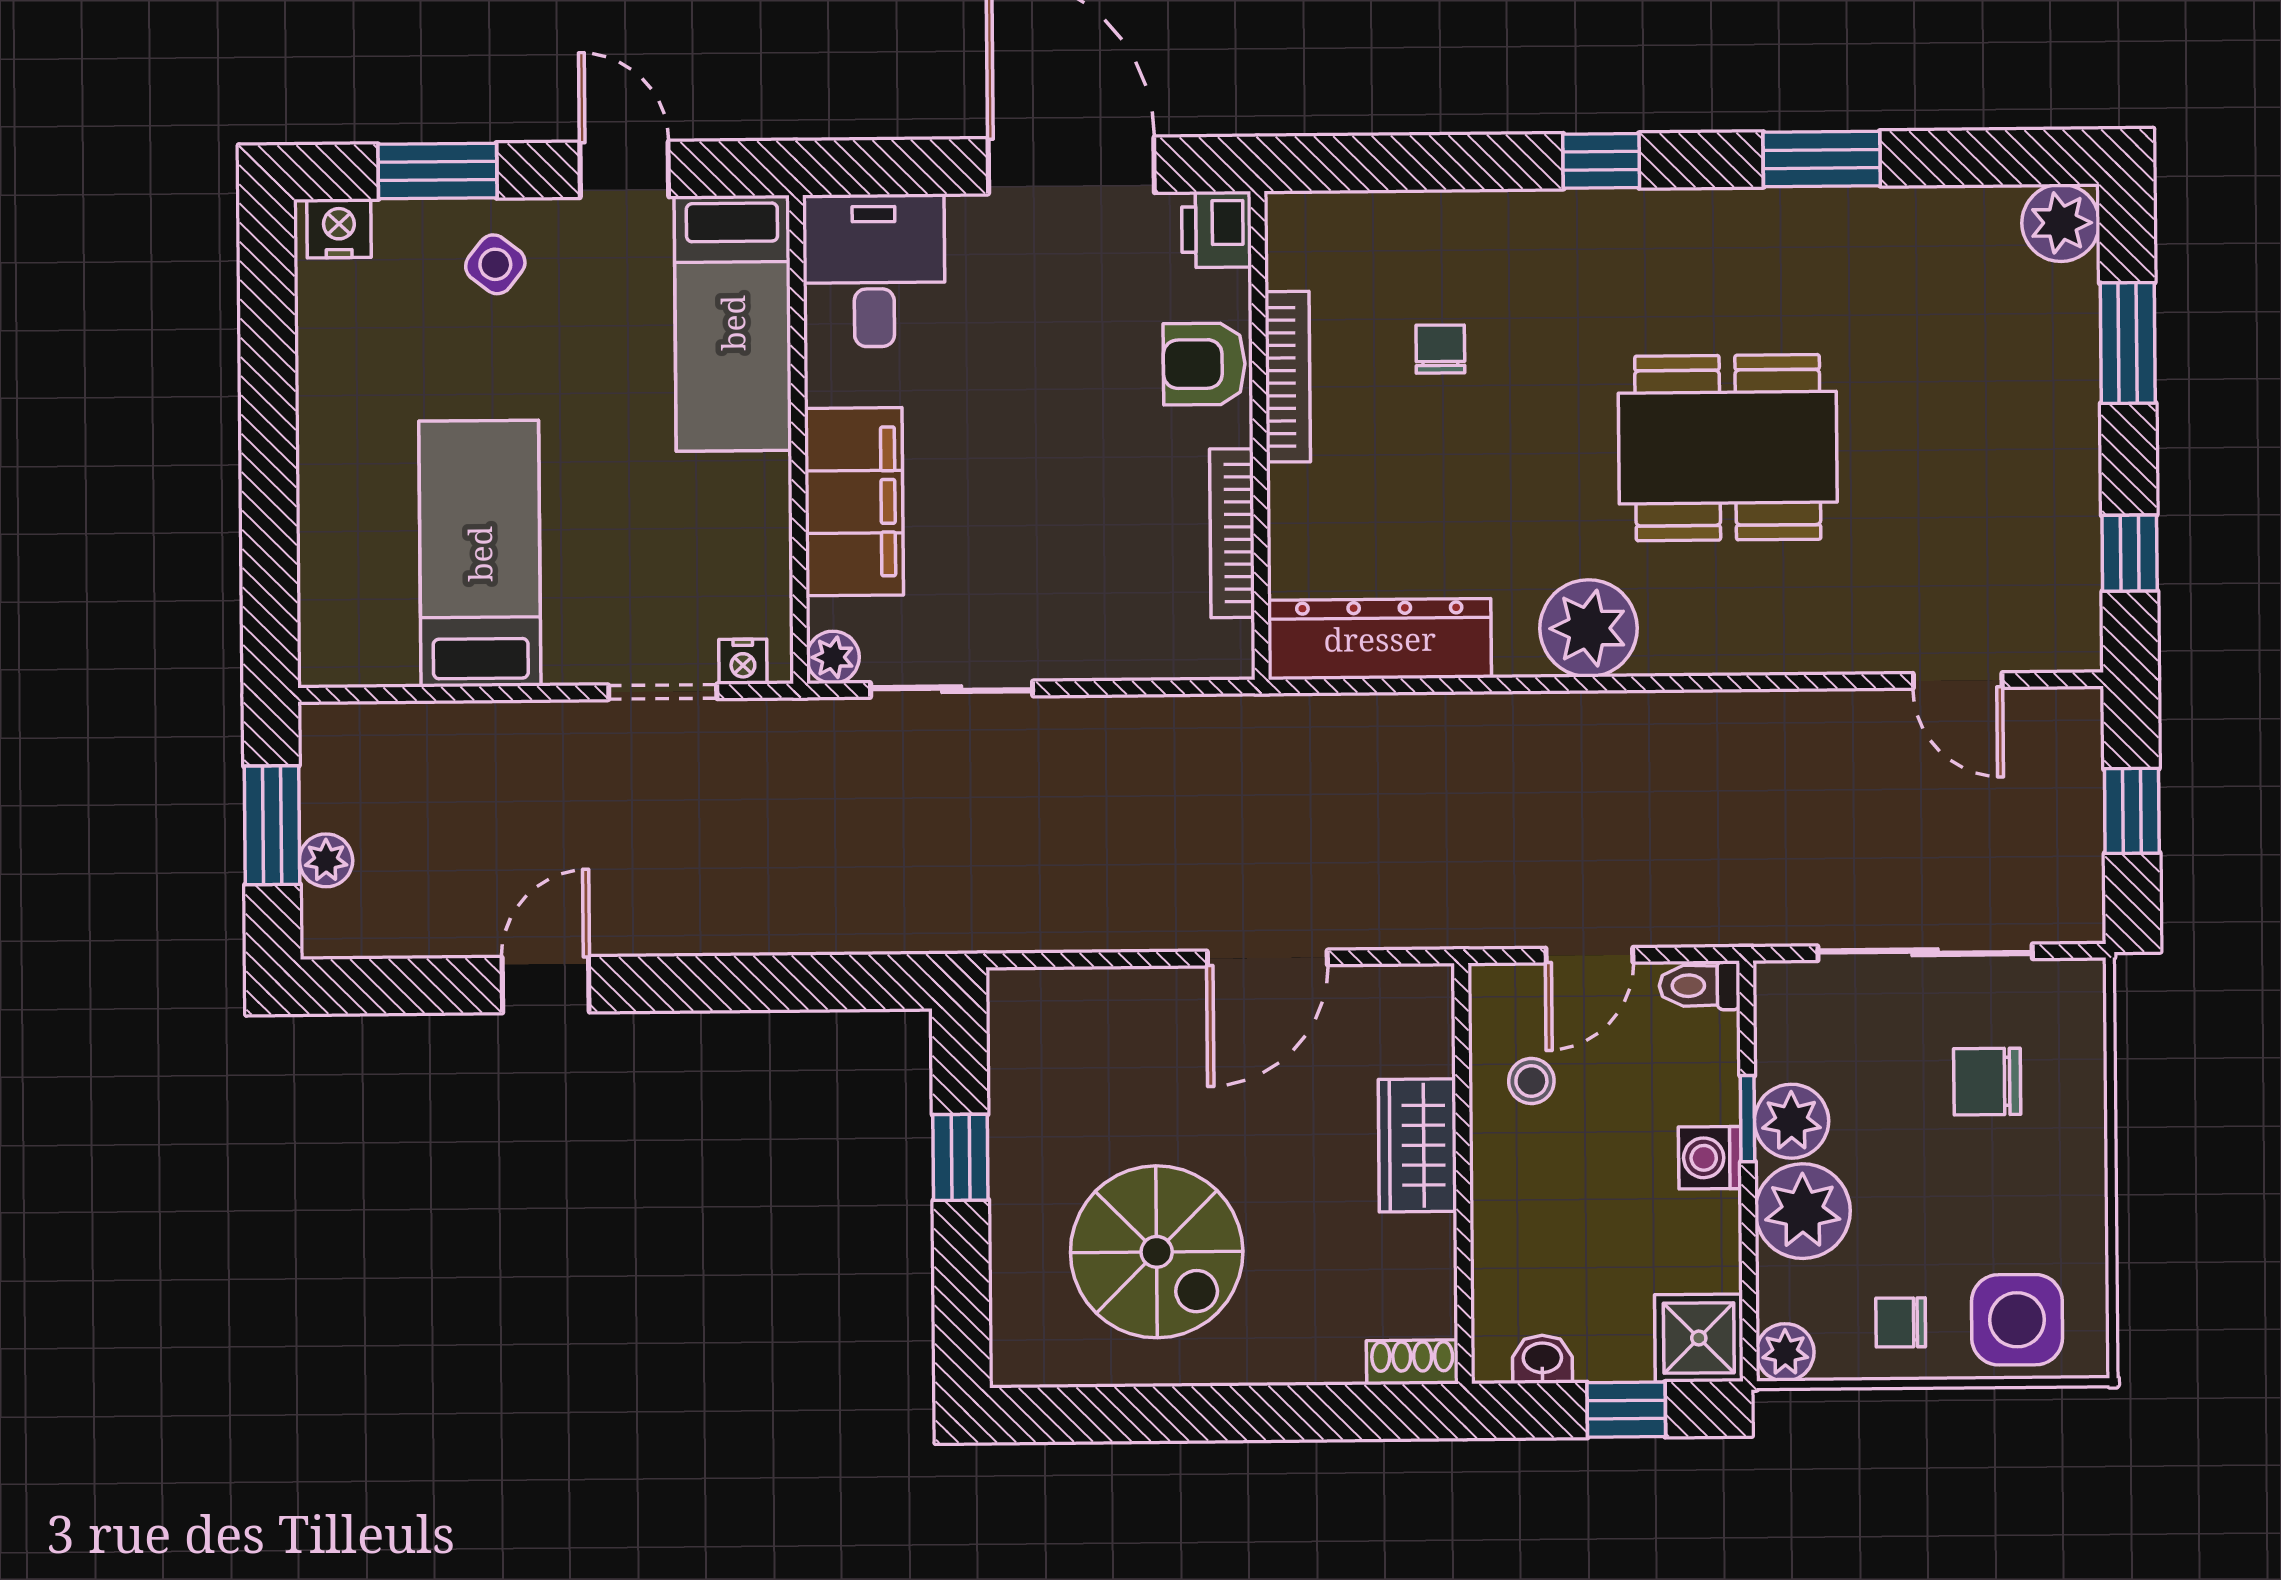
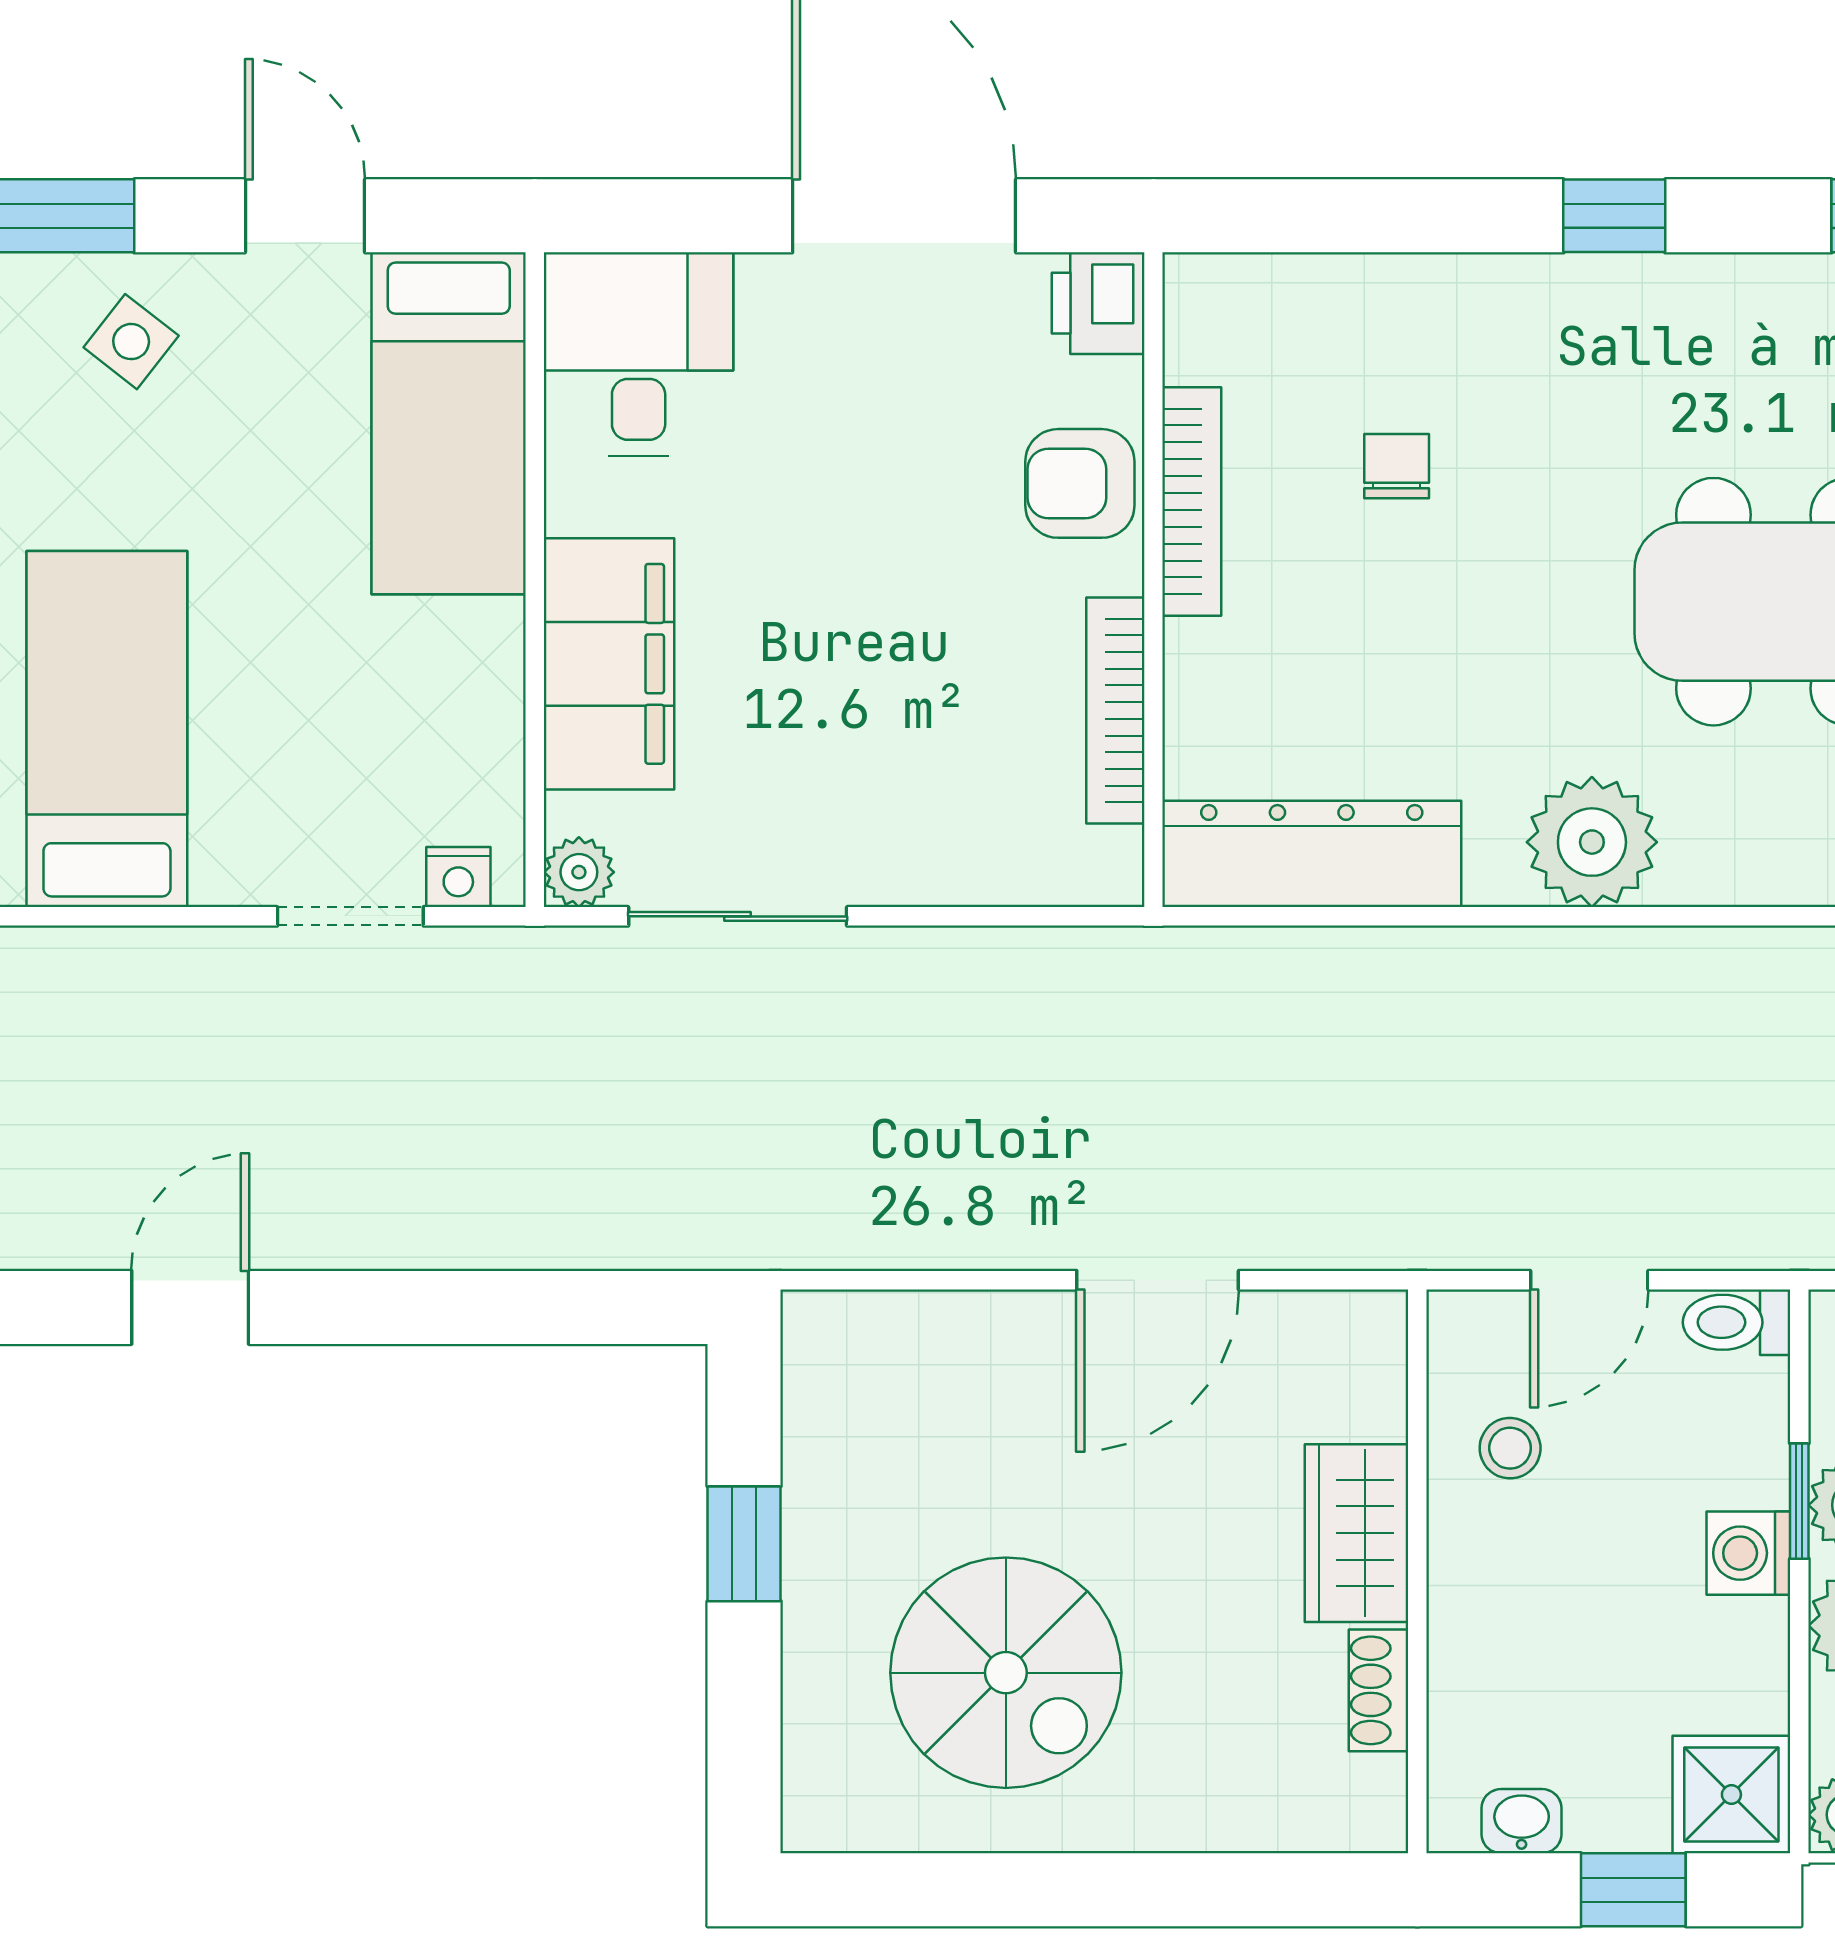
shoe rack: (1412, 1362) -> (1378, 1690), moved, turned -90

